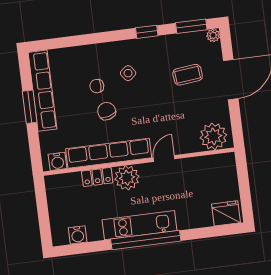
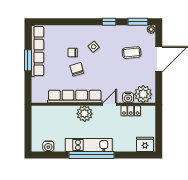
water cooler: (57, 161) -> (128, 98), moved
locker: (97, 177) -> (131, 111), moved

